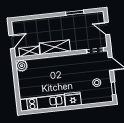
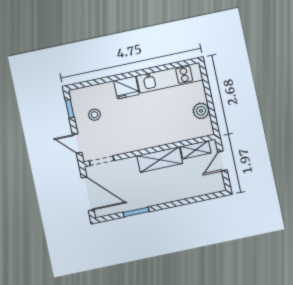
door: (107, 28) -> (88, 194), width x1.87
plant: (22, 66) -> (201, 111), moved

